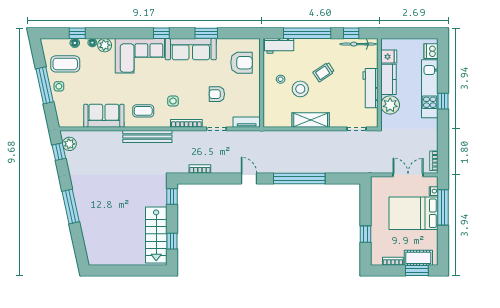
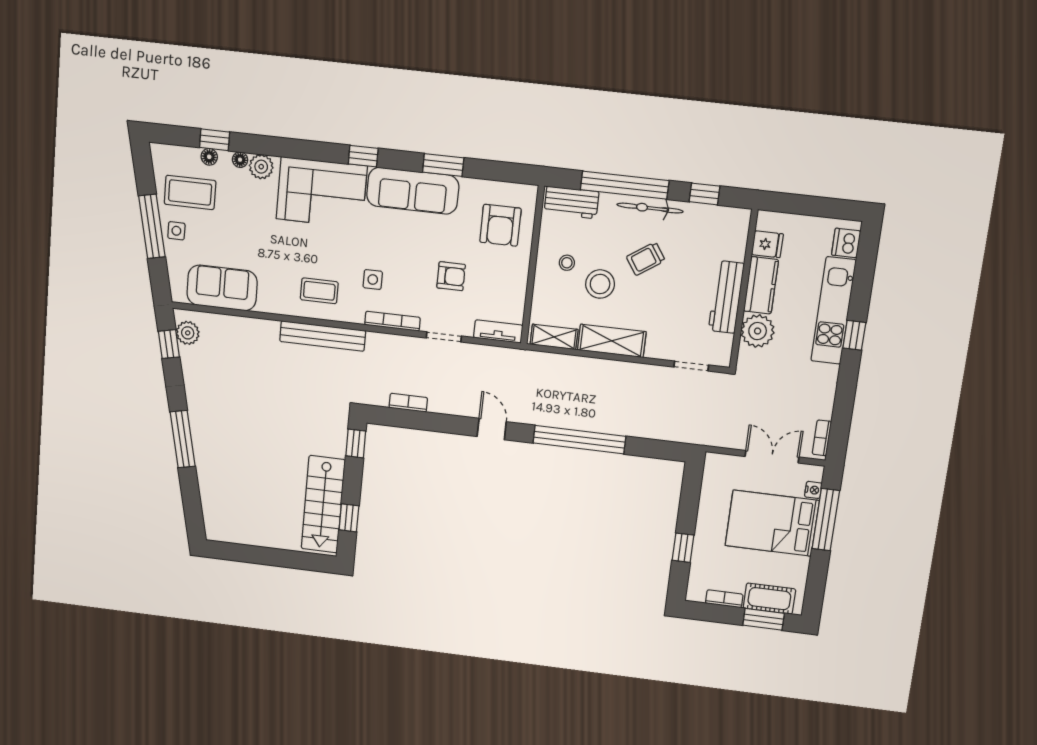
bicycle: (358, 44) -> (650, 208), moved
armchair: (241, 63) -> (500, 225), turned 90
armchair: (217, 94) -> (451, 276), turned 180
sofa: (104, 116) -> (222, 288), moved
shelving: (278, 121) -> (554, 337), added

